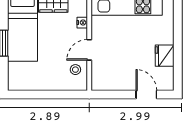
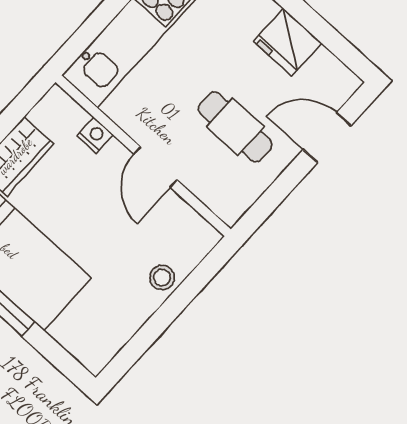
cafe table: (124, 63) -> (235, 127), added
stool: (75, 70) -> (162, 277), moved

